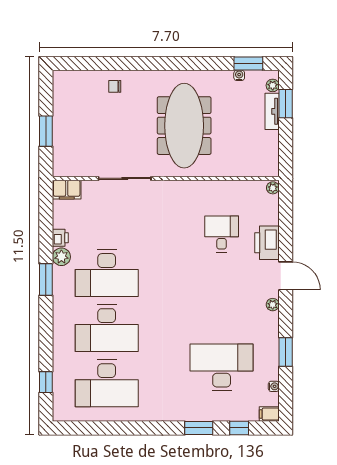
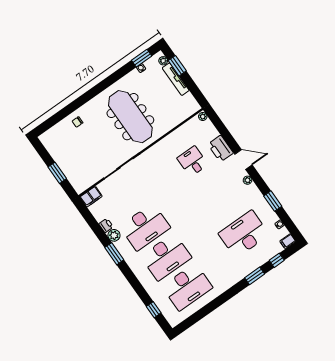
tv unit: (272, 111) -> (176, 79), width x1.41

